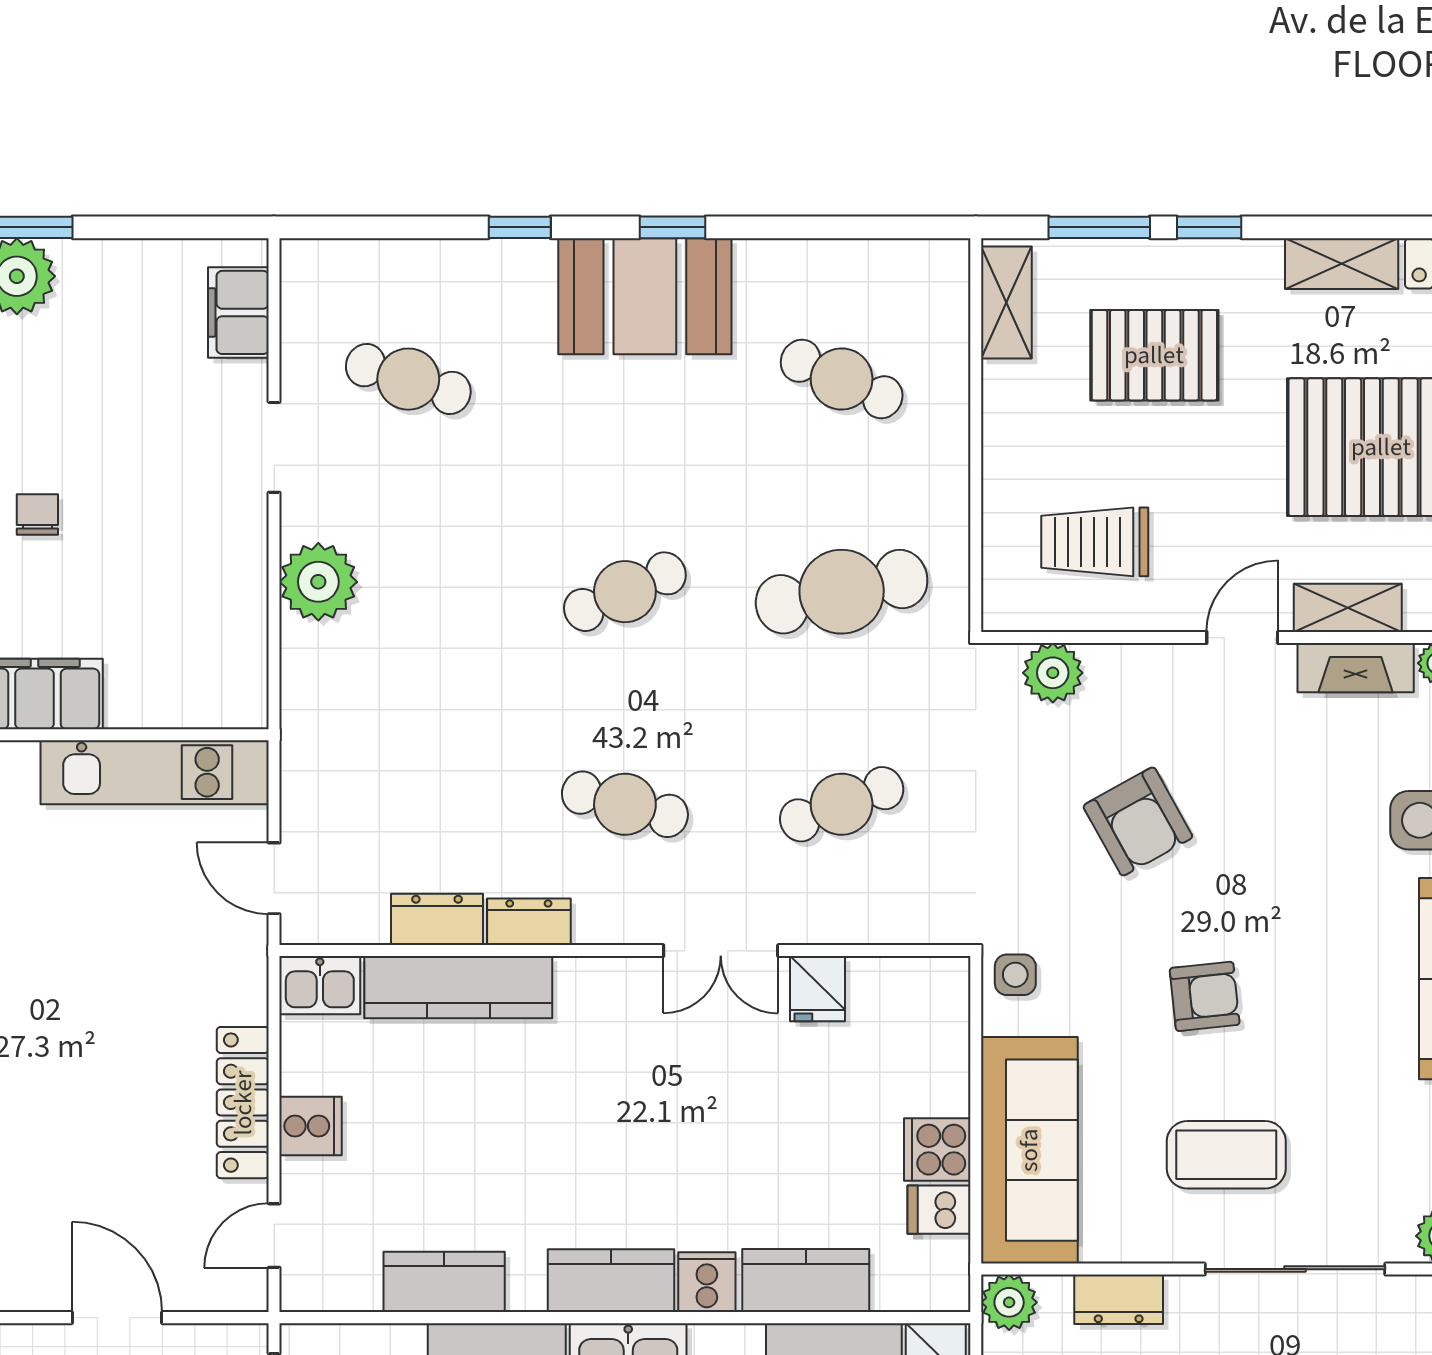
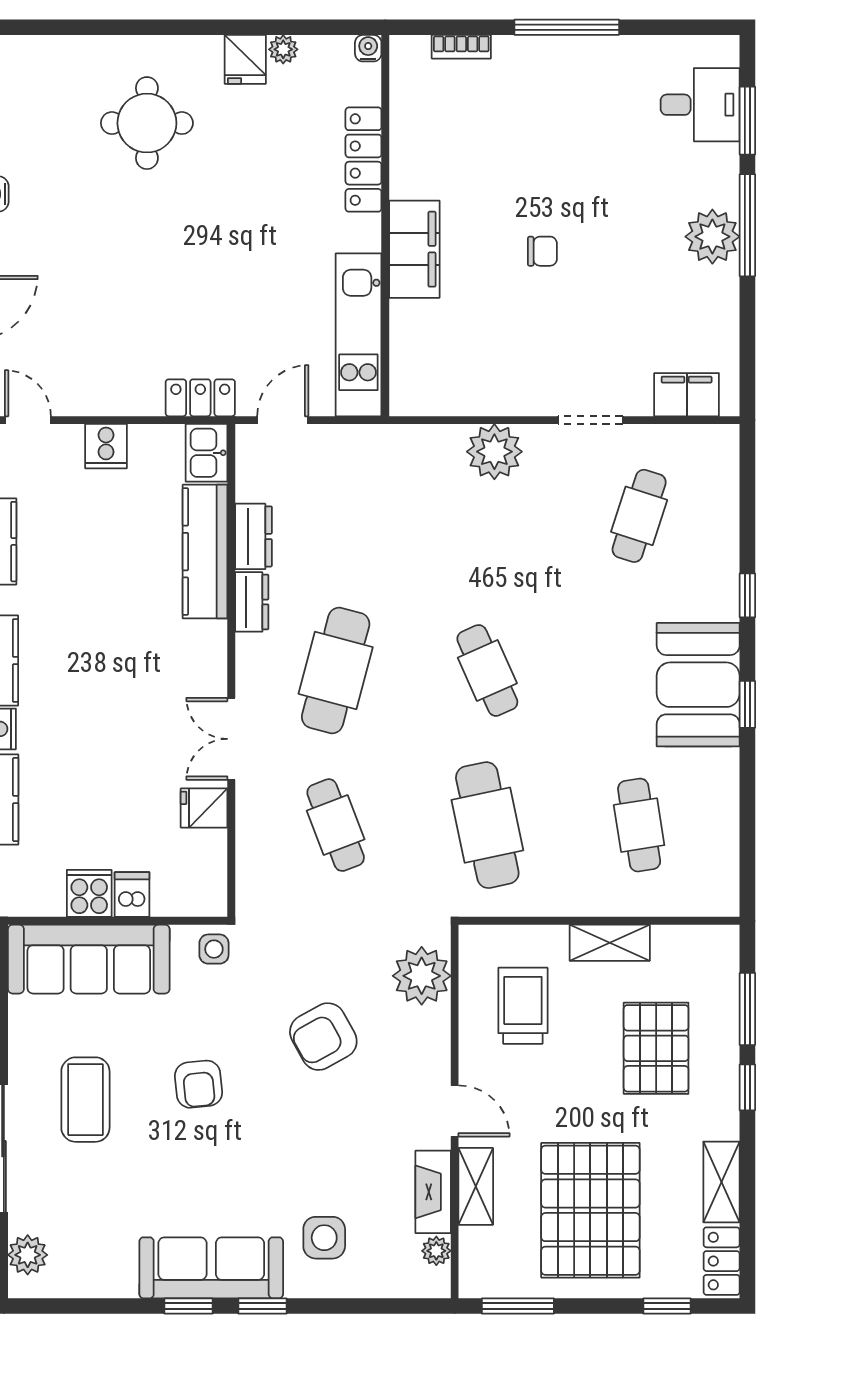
shelving: (1006, 302) -> (610, 943), moved
cafe table: (842, 379) -> (639, 825), turned -33
plant: (1053, 673) -> (422, 976), width x1.36, depth x1.36
cafe table: (625, 804) -> (336, 670), width x1.37, depth x1.35
locker: (243, 1103) -> (200, 398), moved, width x0.66
dishwasher: (939, 1210) -> (132, 895), moved

